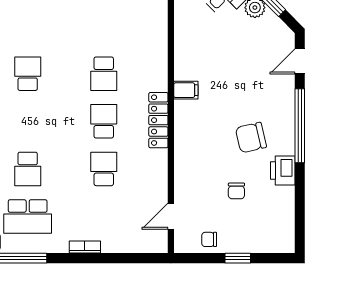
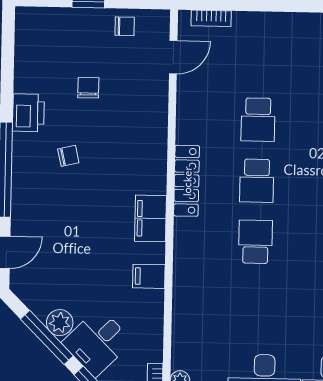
filing cabinet: (186, 45) -> (149, 276), added
filing cabinet: (186, 90) -> (151, 218), width x2.00
chair: (251, 138) -> (68, 156), width x0.54, depth x0.54
bookcase: (85, 247) -> (211, 18), moved

